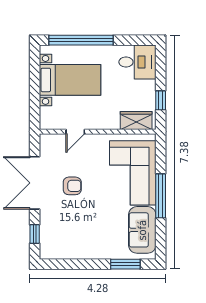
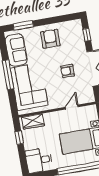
armchair: (89, 238) -> (50, 39), added

